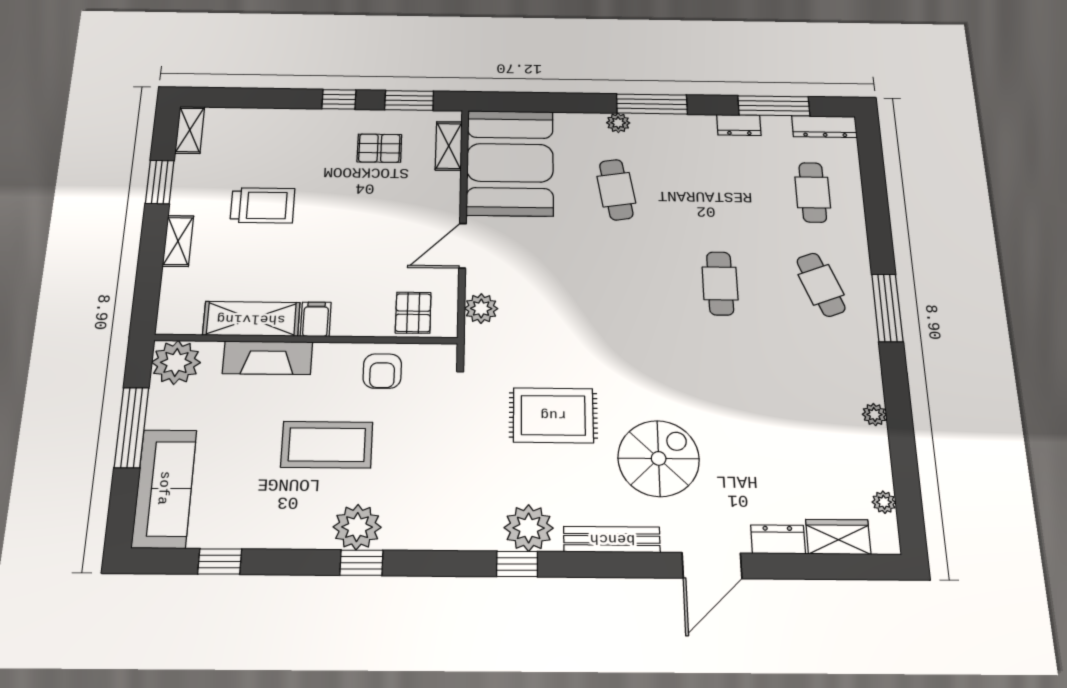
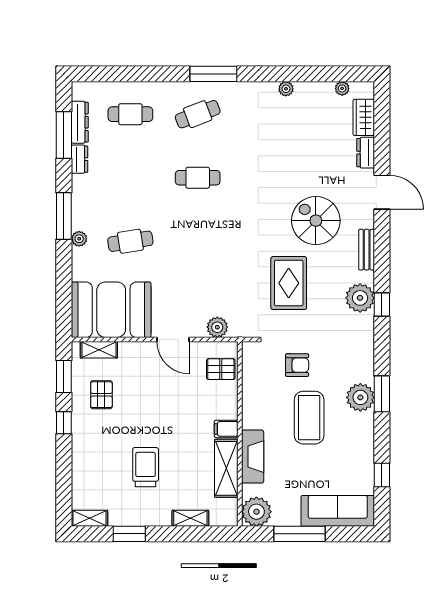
dresser: (824, 127) -> (80, 122), moved
shelving: (178, 241) -> (190, 518), moved
armchair: (382, 371) -> (297, 365), moved
bench: (612, 539) -> (367, 250), width x0.73
window: (361, 563) -> (382, 394), width x1.50

